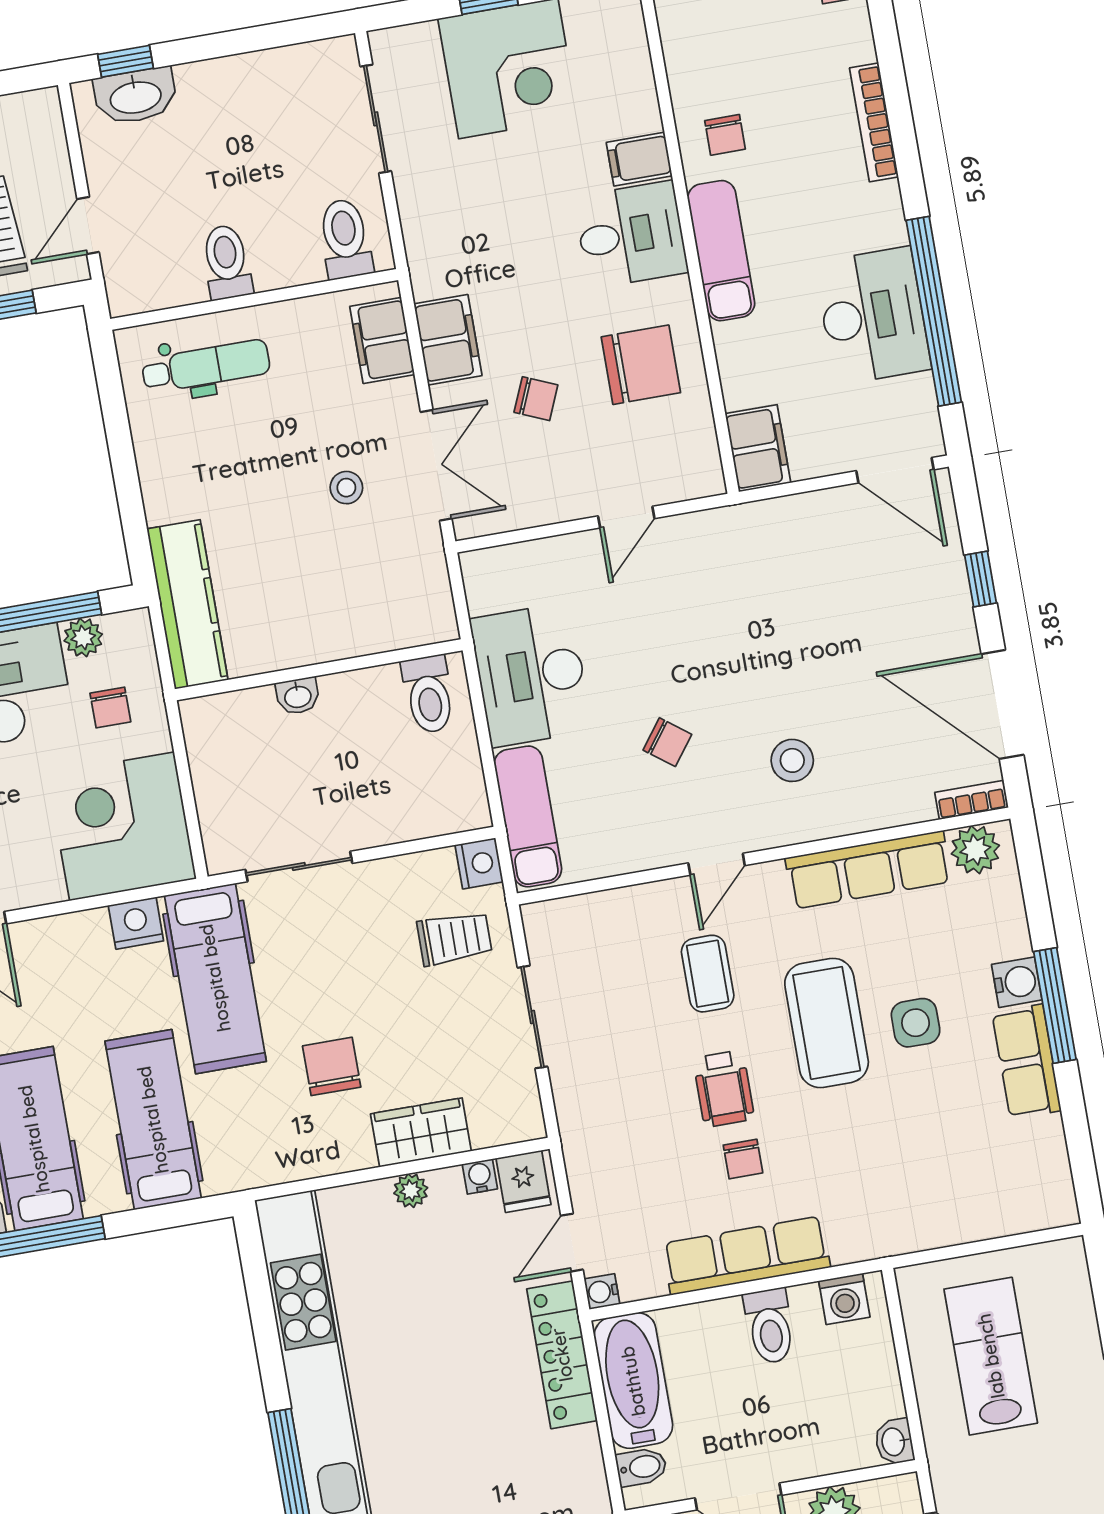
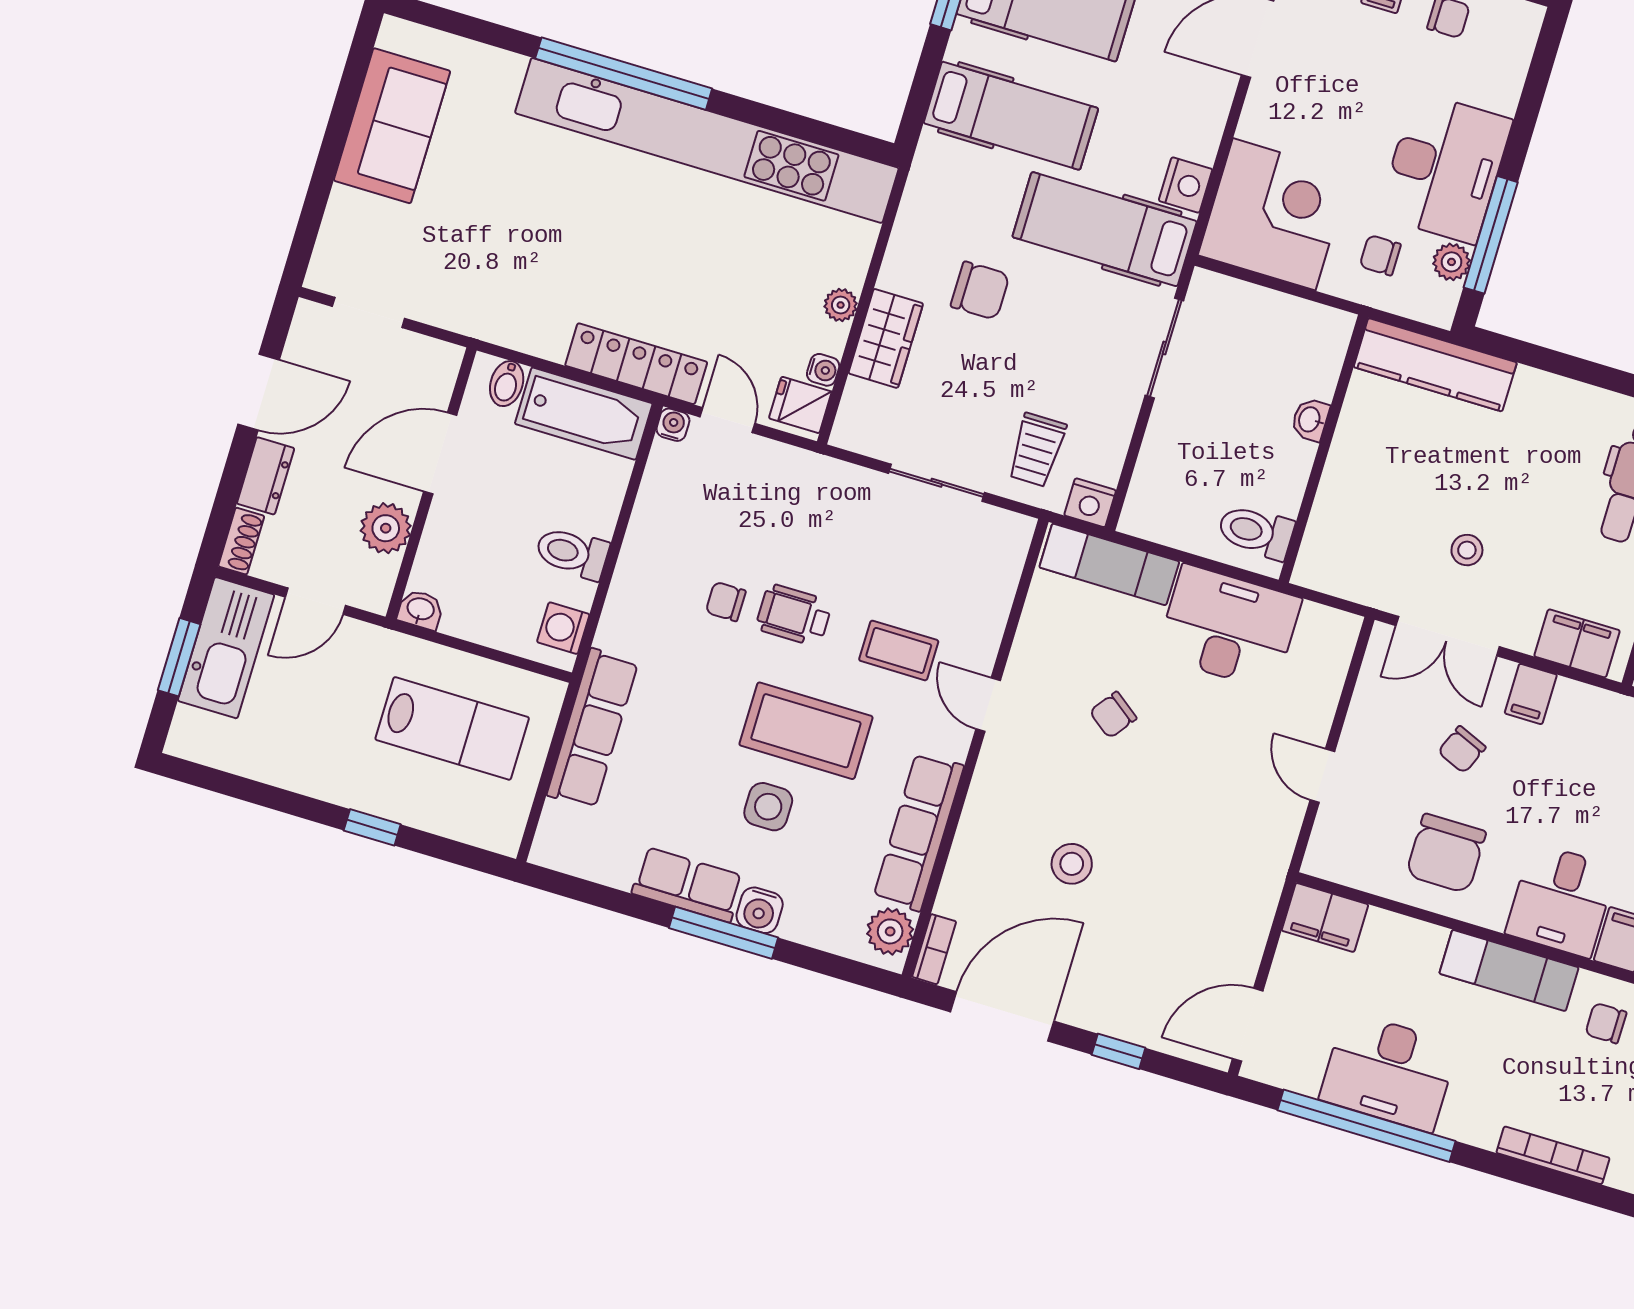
filing cabinet: (448, 340) -> (1531, 694), width x0.50
stool: (792, 760) -> (1072, 864), moved
row of seats: (746, 1255) -> (593, 729), moved

